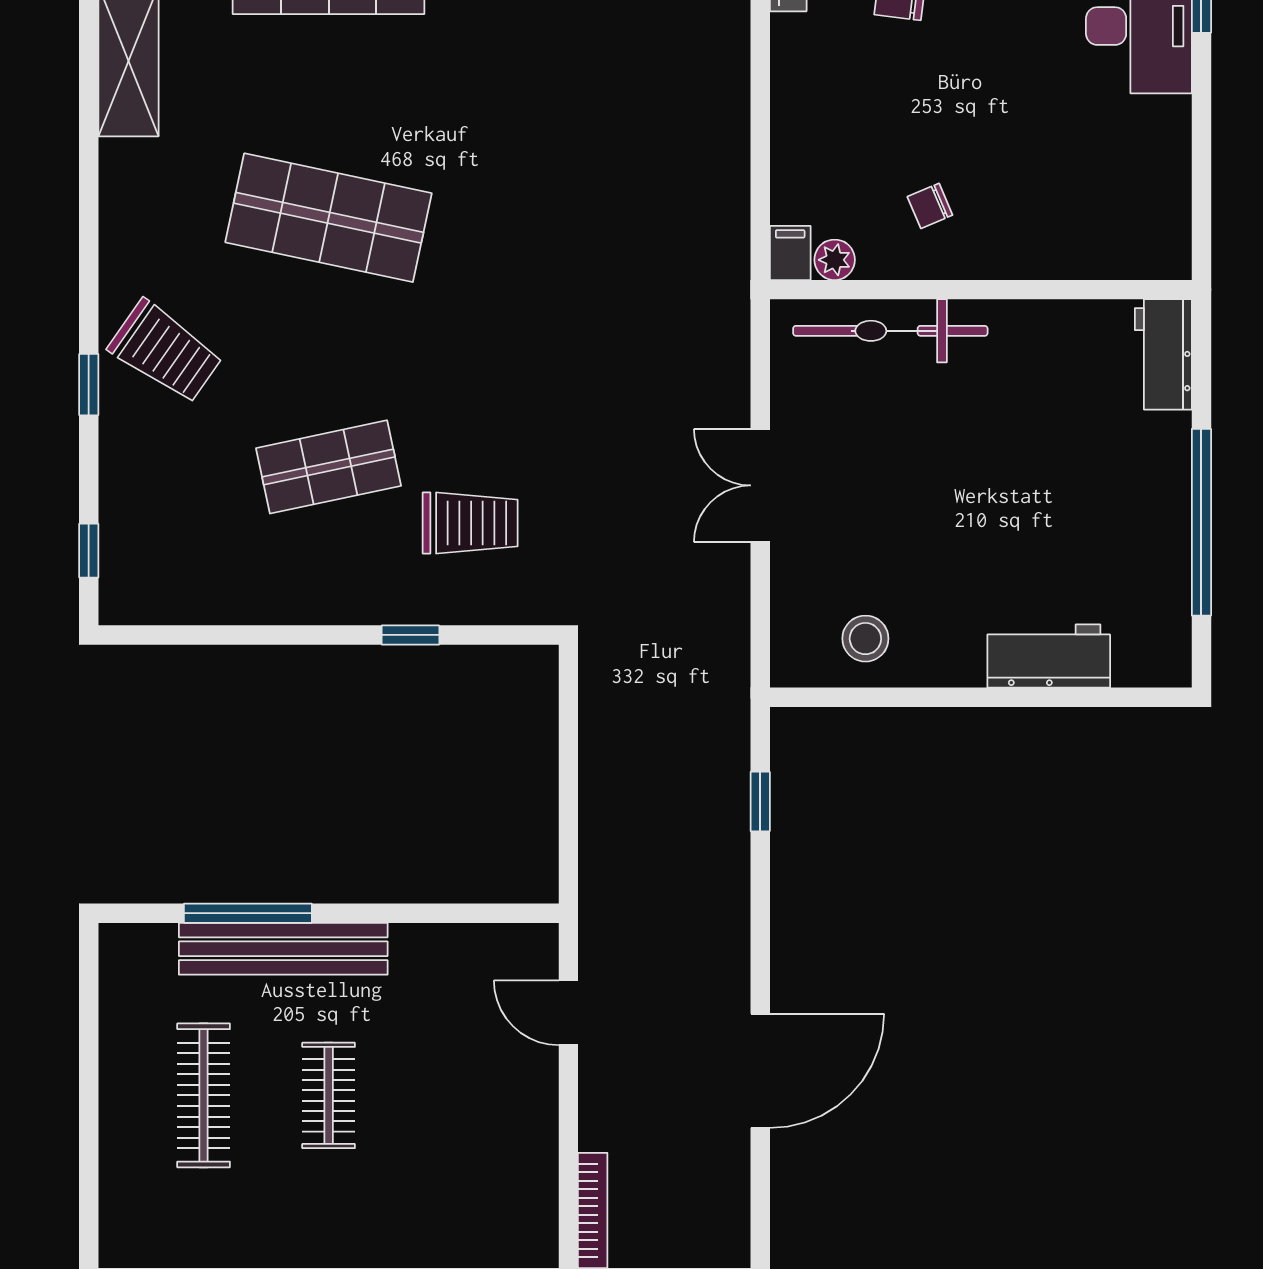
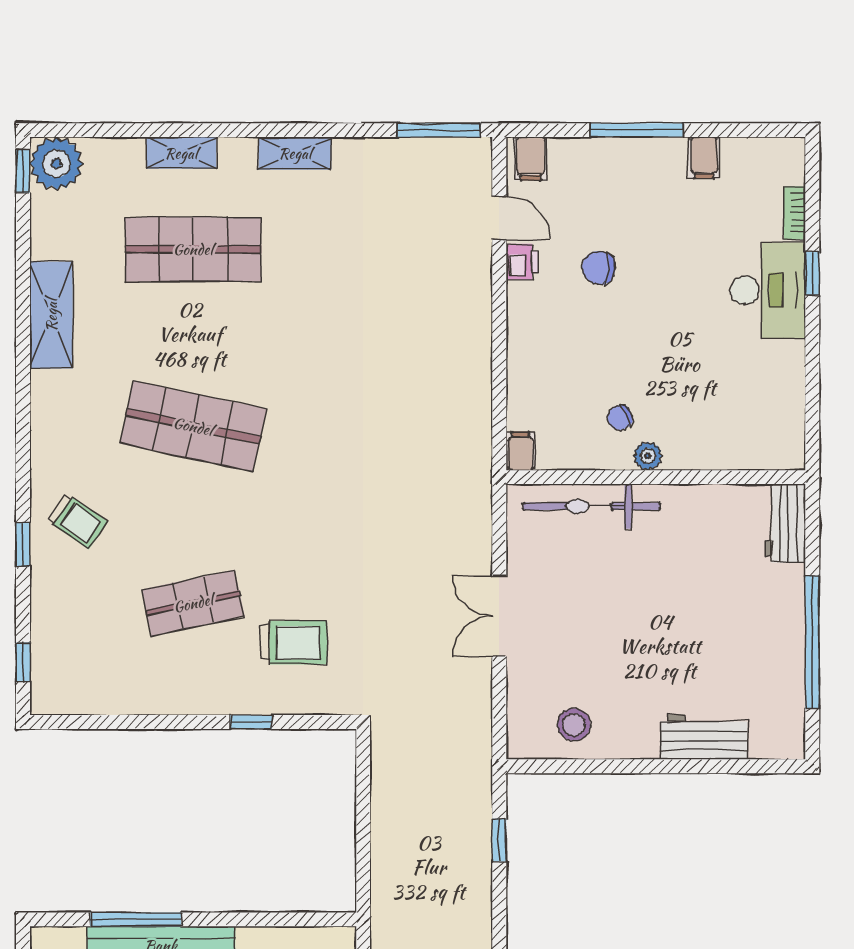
plant: (835, 260) -> (648, 456), moved
trolley: (165, 352) -> (77, 521), width x0.73, depth x0.72

